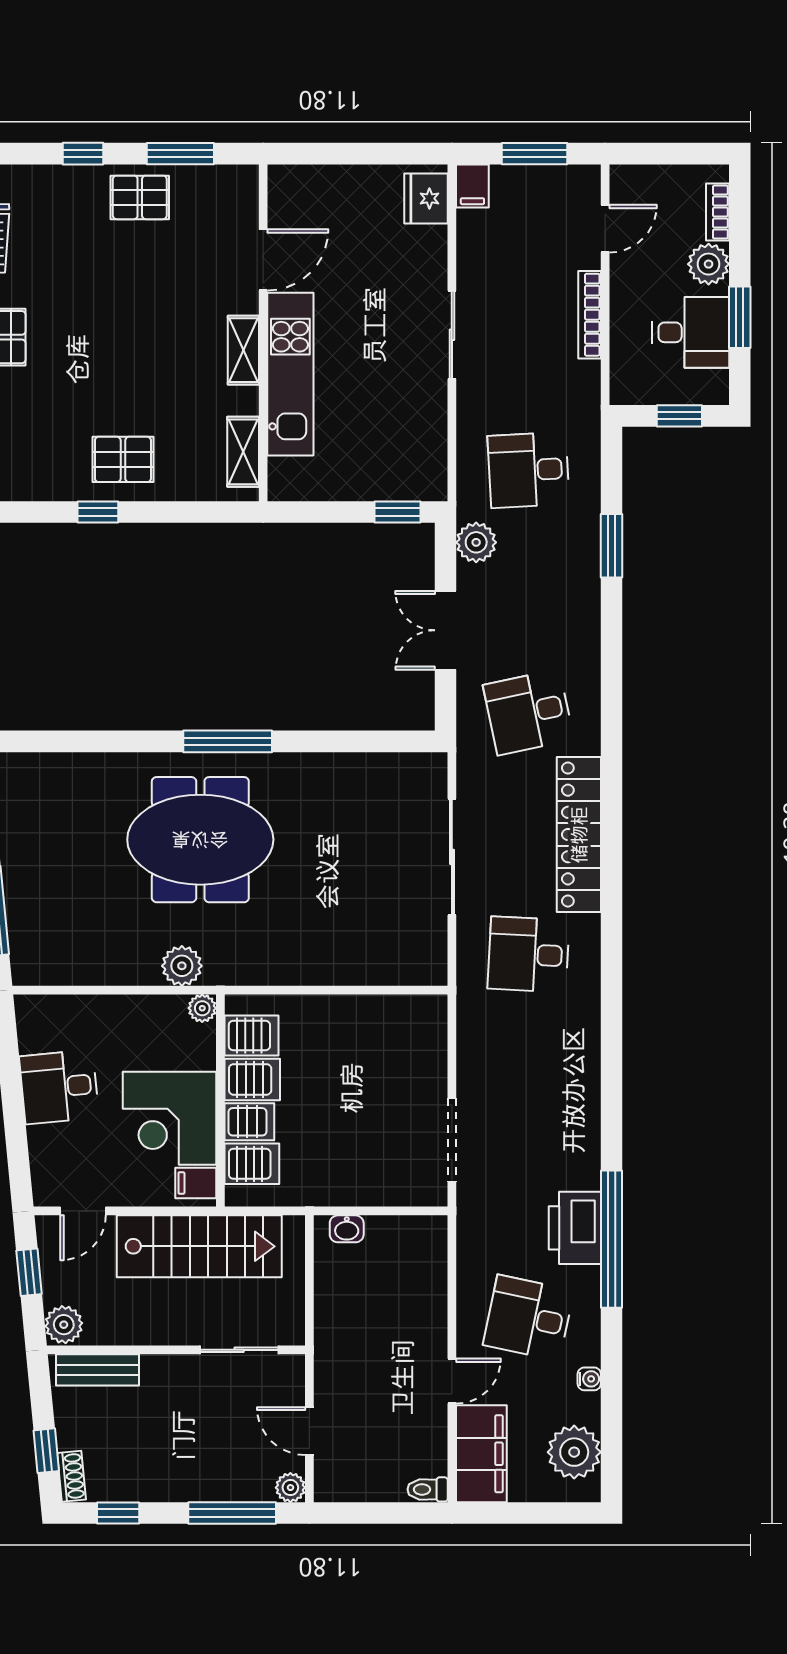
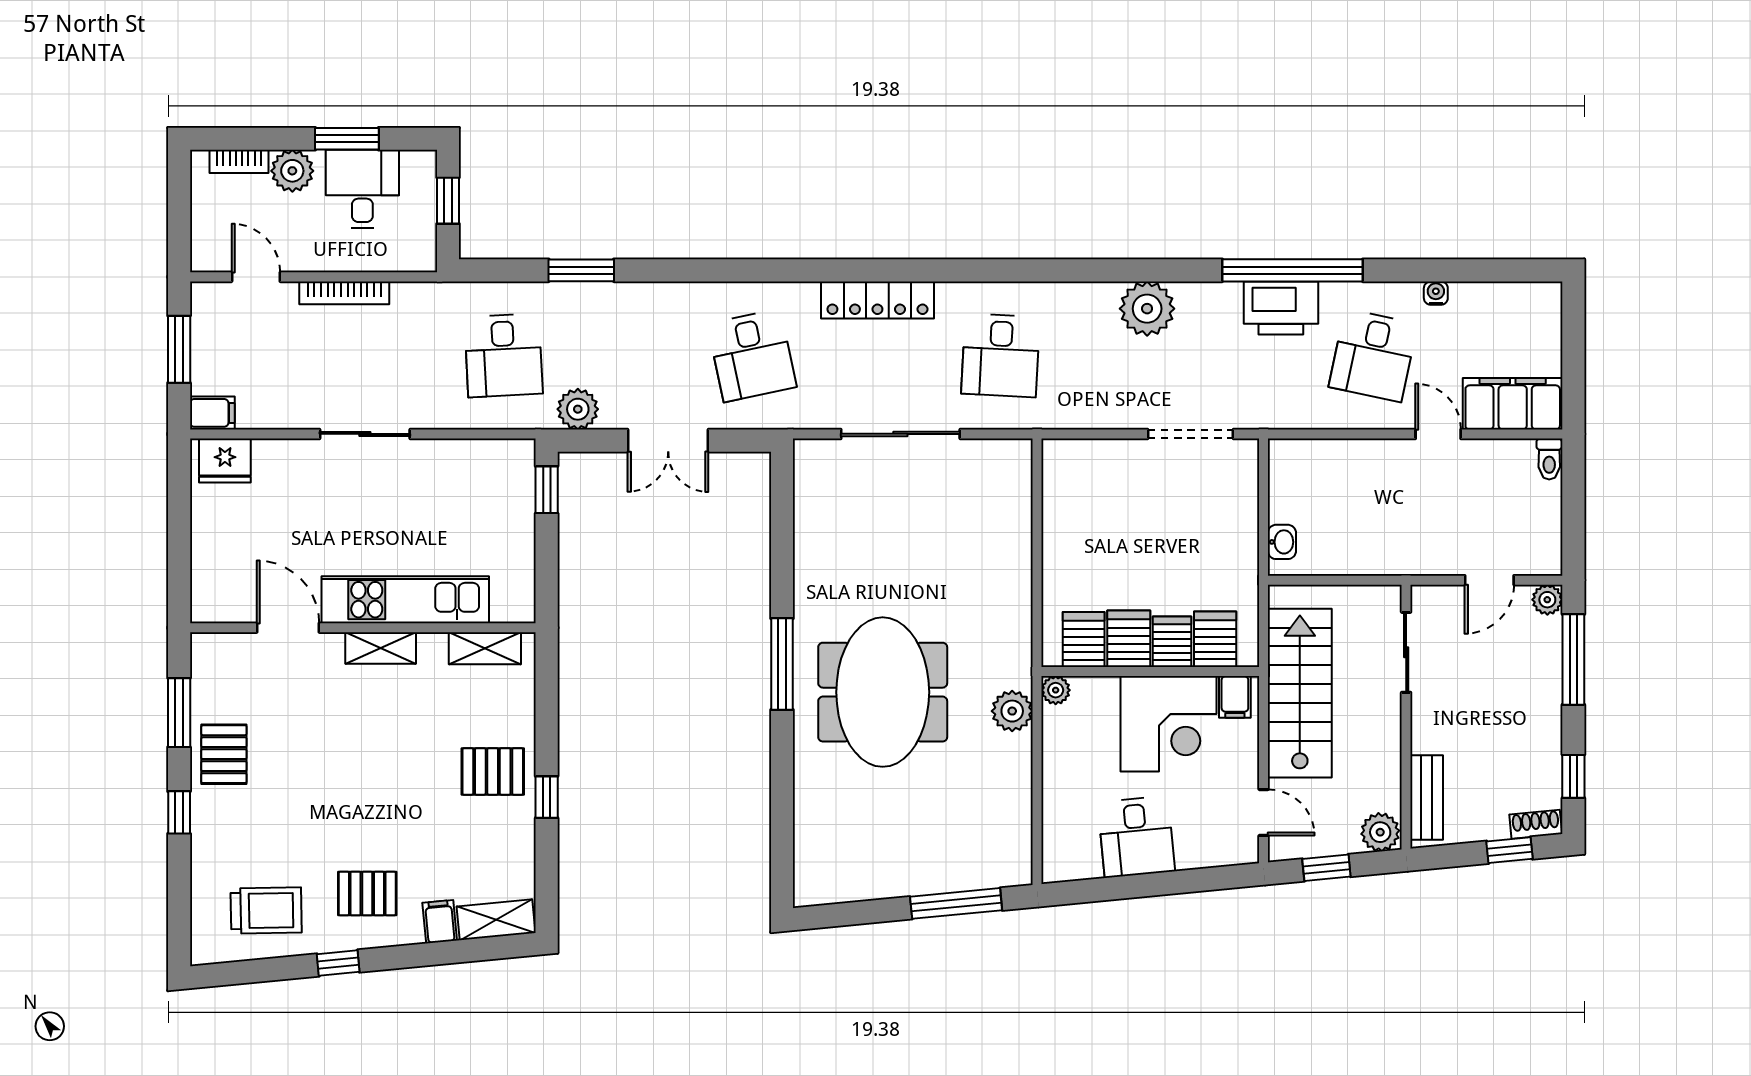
pallet: (123, 459) -> (493, 771), turned 90
locker: (579, 835) -> (877, 300), width x0.71, depth x0.83
plant: (574, 1452) -> (1147, 309), moved

